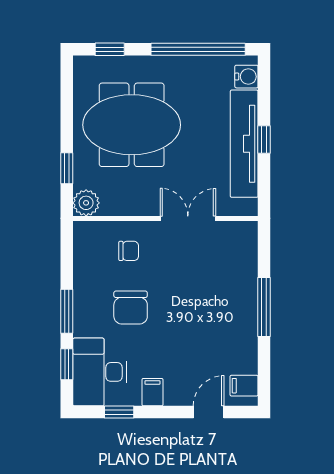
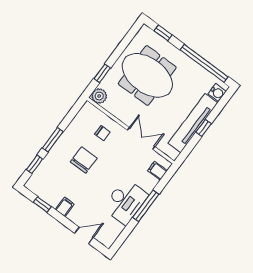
chair: (131, 308) -> (84, 160), turned 180
desk: (100, 372) -> (125, 201), moved, turned 180
filing cabinet: (244, 386) -> (157, 171), moved

